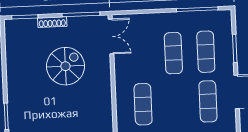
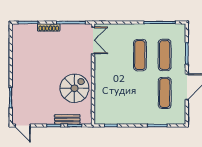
spiral stairs: (65, 66) -> (74, 88), moved
exercise mat: (143, 104) -> (115, 93), removed

